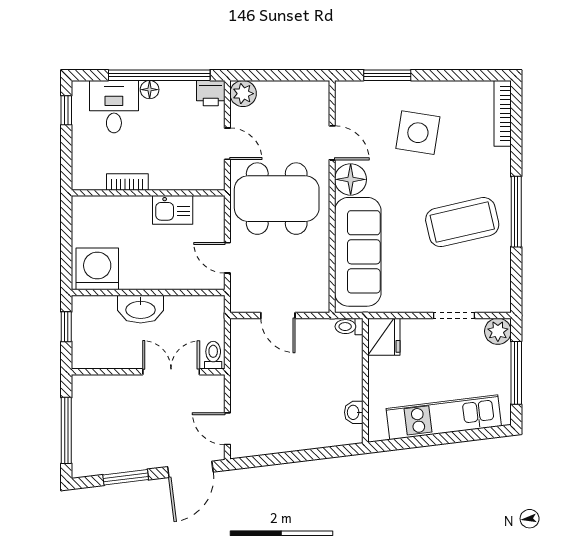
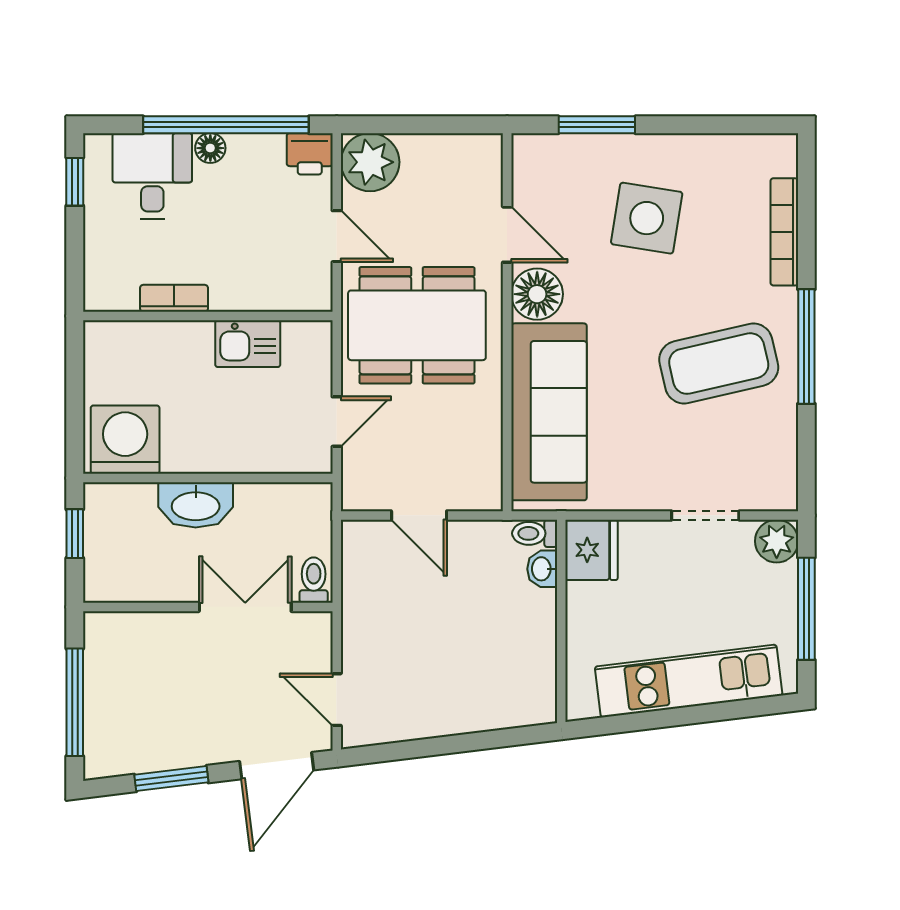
plant: (243, 94) -> (370, 162), width x1.36, depth x1.36
bookcase: (503, 113) -> (784, 232), moved
door: (227, 258) -> (337, 422), swing flipped
washbasin: (354, 412) -> (542, 569), moved

